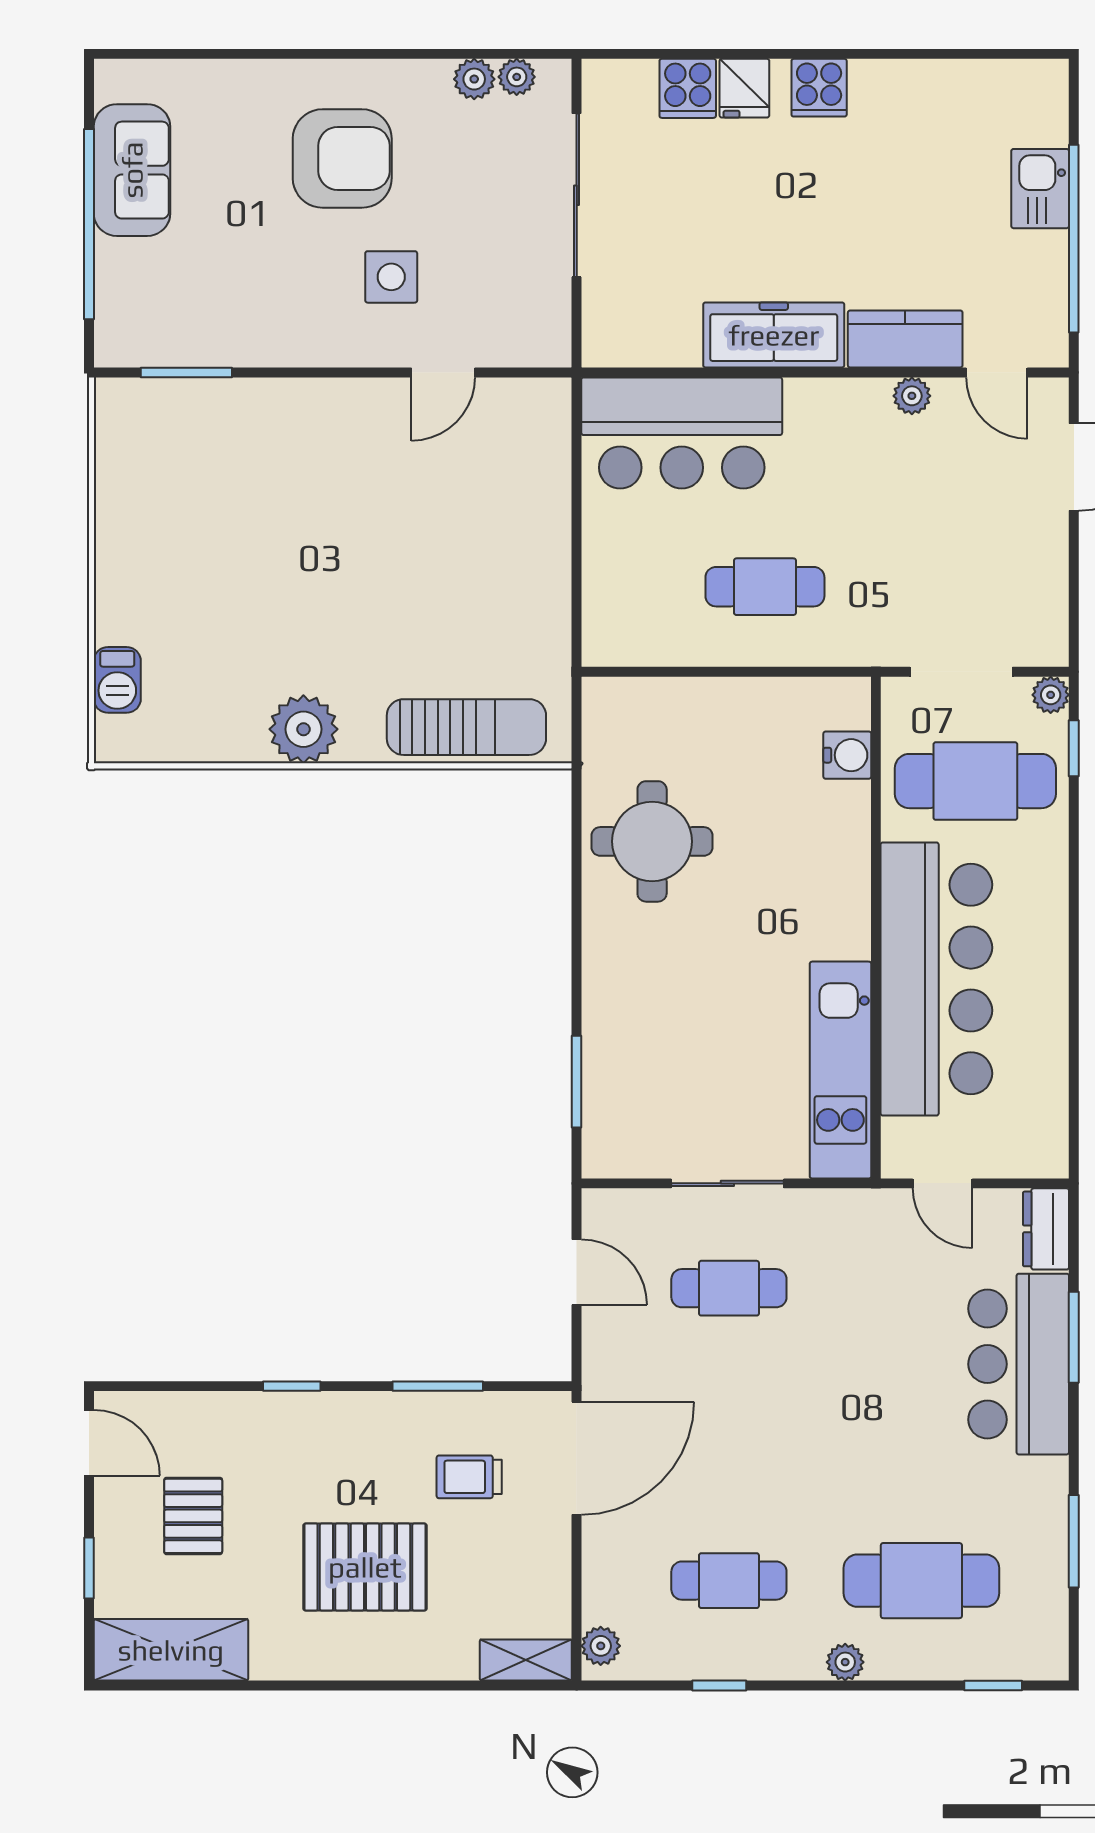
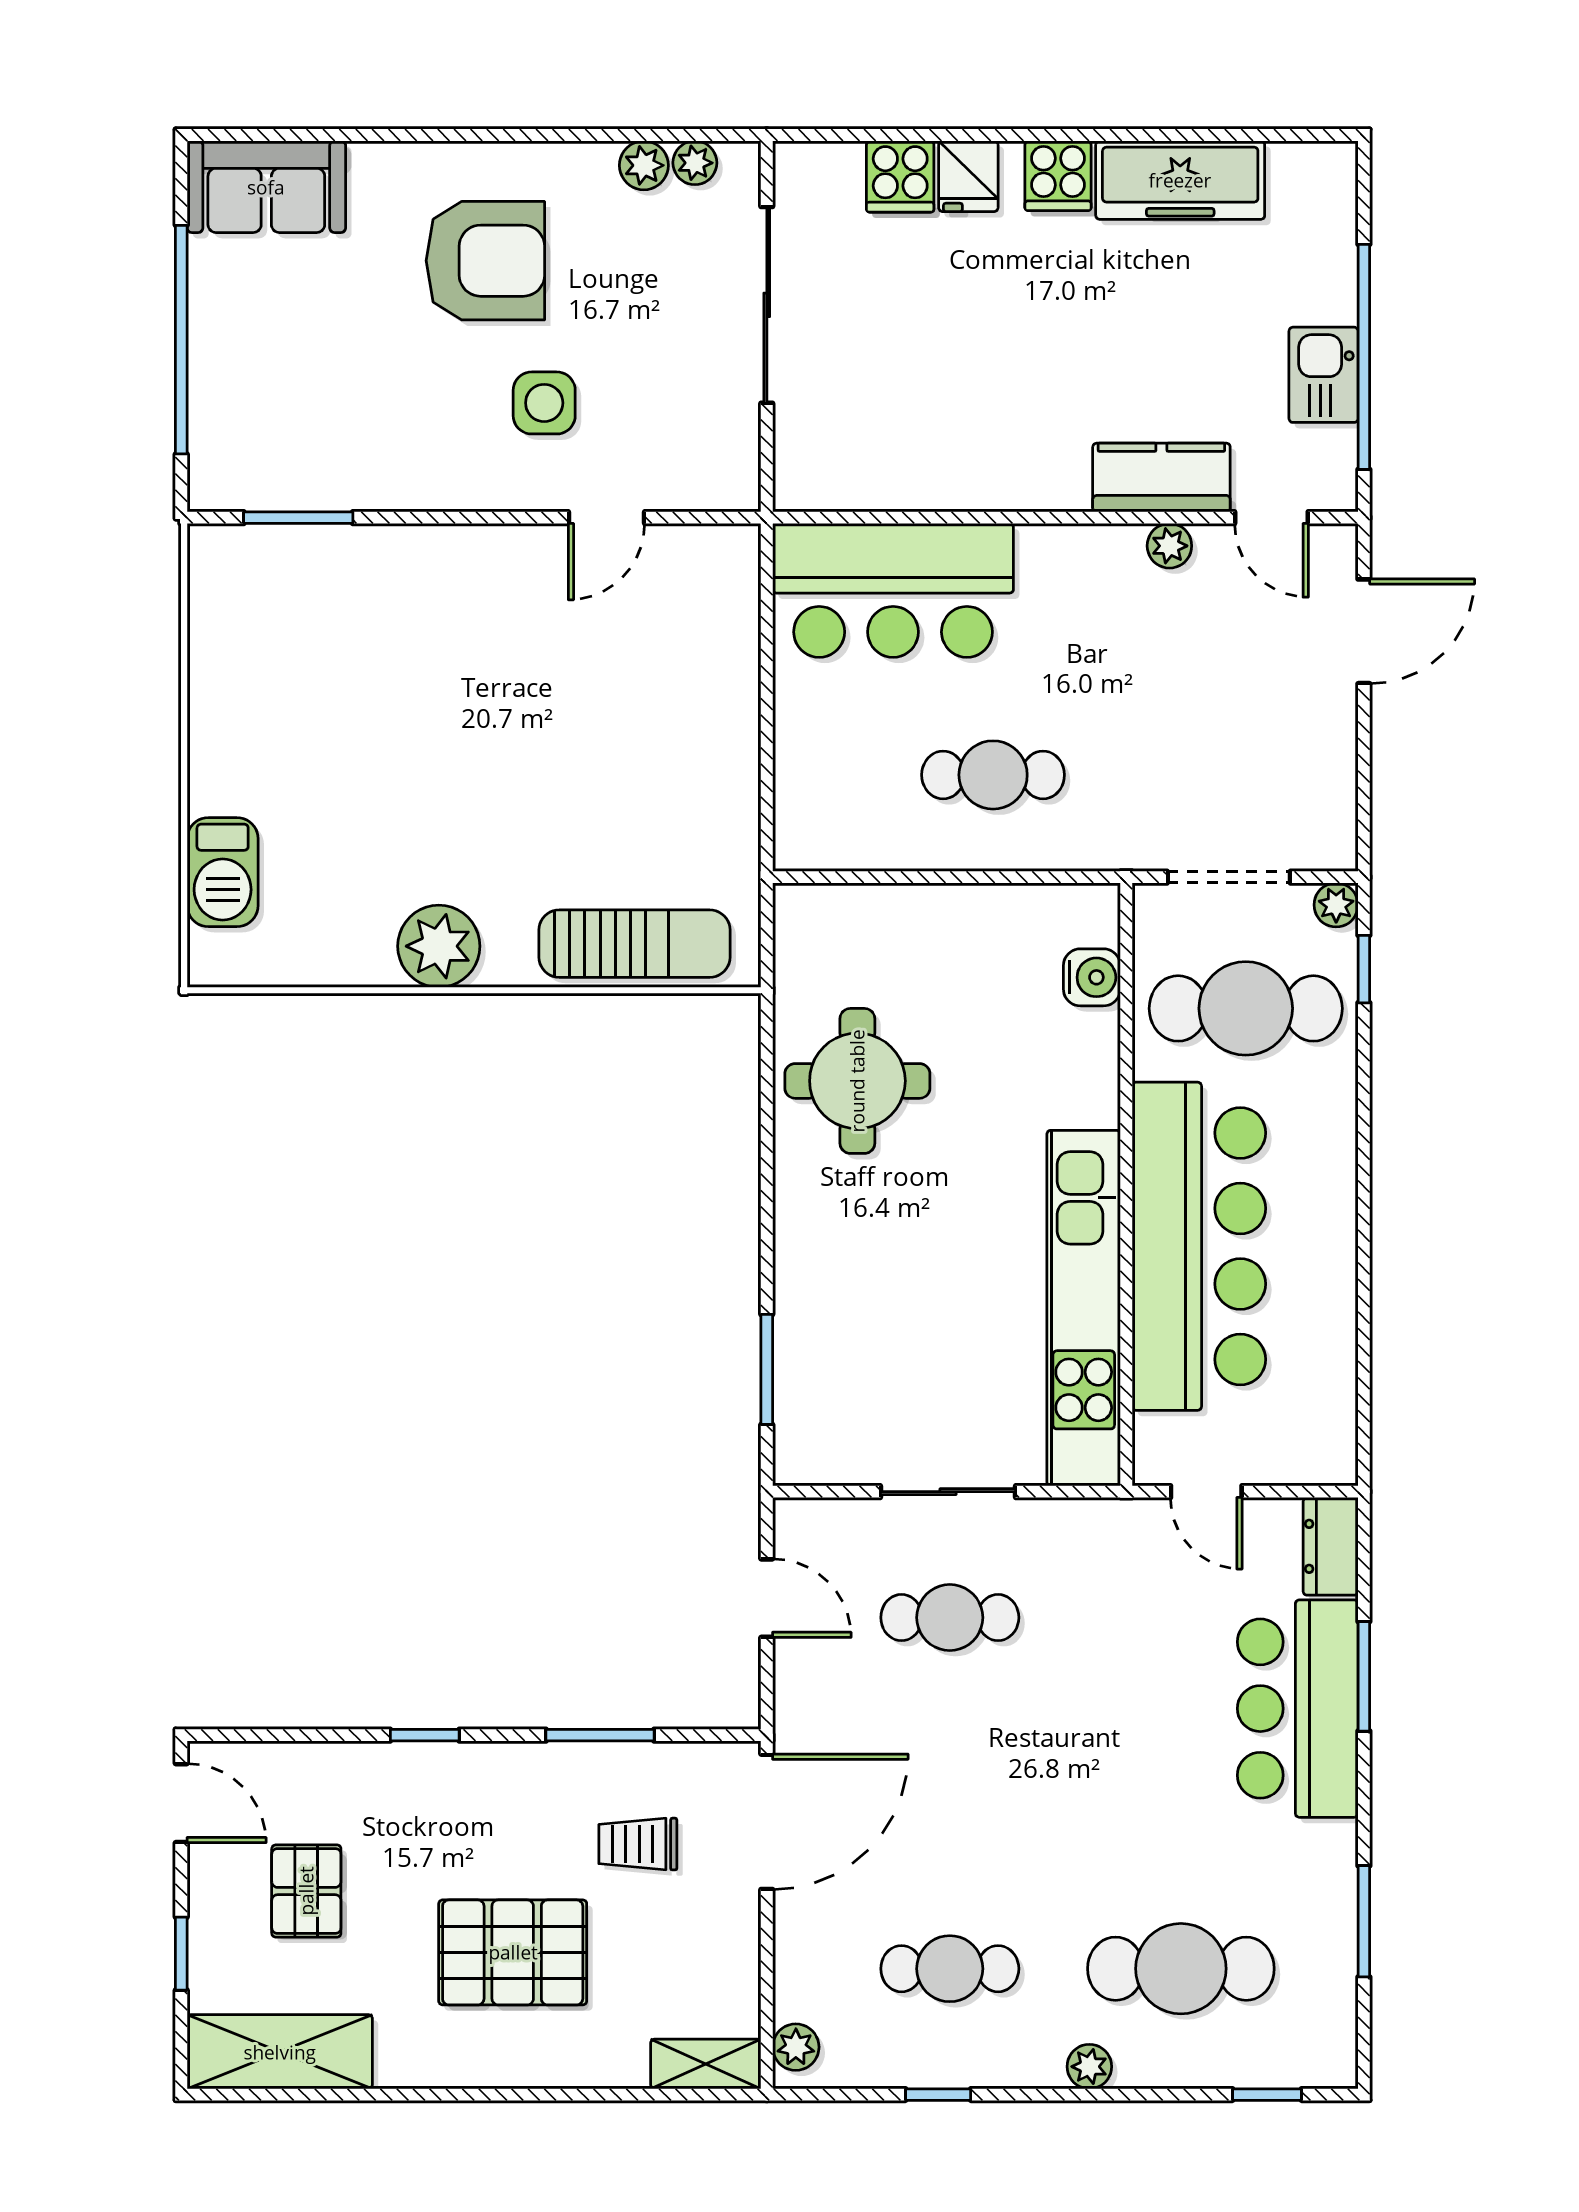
sofa: (132, 170) -> (266, 187), moved, turned 90
kitchen sink: (1040, 189) -> (1324, 375), moved
freezer: (774, 335) -> (1180, 180), moved, turned 180
barbecue: (117, 680) -> (223, 872), width x1.38, depth x1.27
kitchen unit: (840, 1070) -> (1084, 1308), width x1.36

